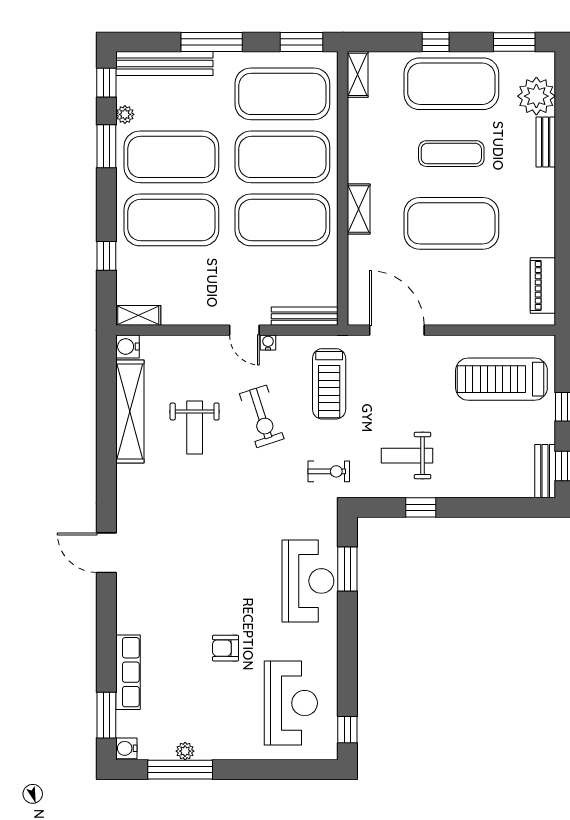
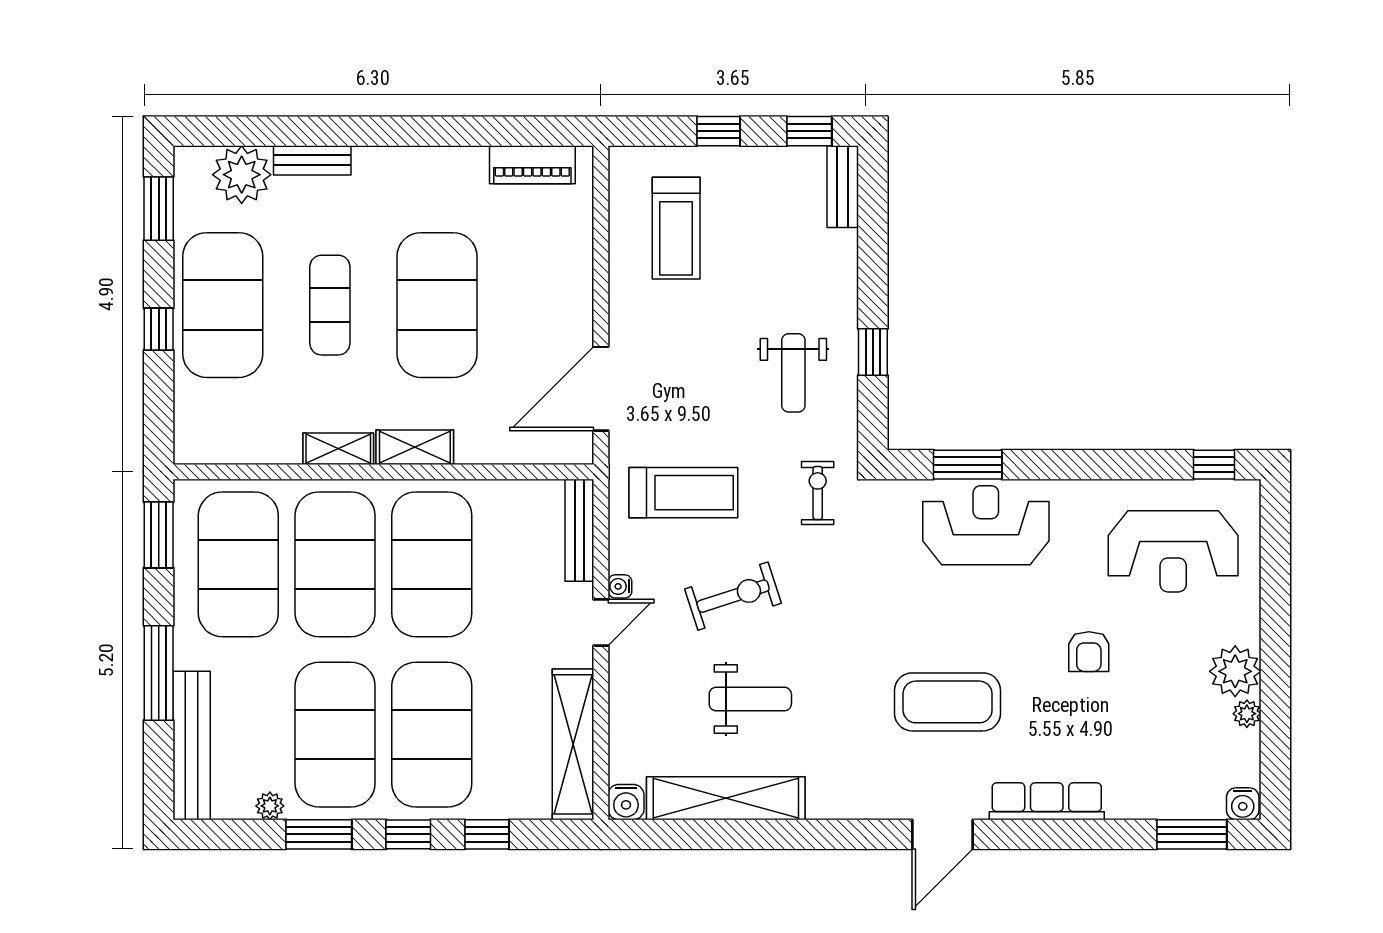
shelving: (358, 74) -> (338, 449), moved
window: (106, 83) -> (408, 834), moved
shelving: (138, 315) -> (573, 744), width x2.20, depth x1.33
treadmill: (501, 379) -> (676, 228), width x0.73, depth x0.73
bench: (545, 471) -> (843, 187), moved, turned 90
coffee table: (193, 556) -> (948, 702), added
row of seats: (128, 672) -> (1047, 801), moved
reception desk: (291, 703) -> (1173, 551), turned 180
plant: (213, 743) -> (1235, 671), added
window: (180, 770) -> (1275, 721), removed

